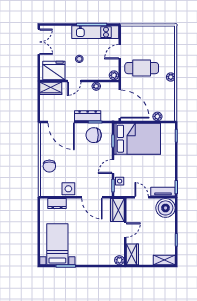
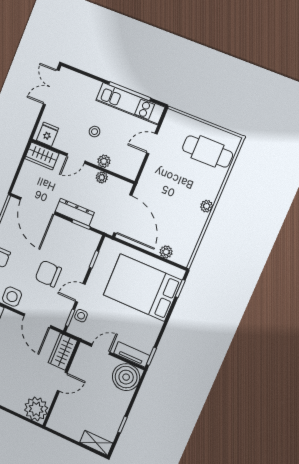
double door: (39, 42) -> (51, 87), swing flipped
cafe table: (142, 68) -> (208, 151), moved
fridge: (54, 71) -> (48, 134), width x0.53, depth x0.75
plant: (114, 75) -> (104, 161), moved
chair: (94, 135) -> (48, 274), moved
bed: (137, 139) -> (142, 288), moved, turned 180
door: (142, 197) -> (101, 349), hinge flipped
wardrobe: (132, 254) -> (59, 417), removed
plant: (119, 260) -> (36, 409), width x1.88, depth x1.88

